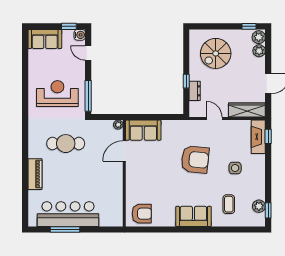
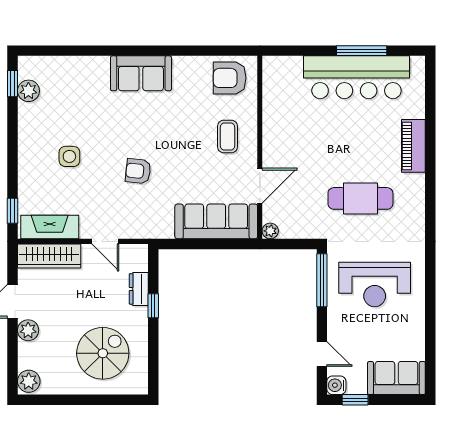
window: (249, 26) -> (46, 400), removed
plant: (259, 51) -> (28, 330), moved
sofa: (143, 130) -> (216, 221), width x1.36
fireplace: (258, 137) -> (50, 227), moved, turned -90
armchair: (195, 159) -> (138, 171), width x0.53, depth x0.53
coffee table: (229, 204) -> (227, 137), moved

